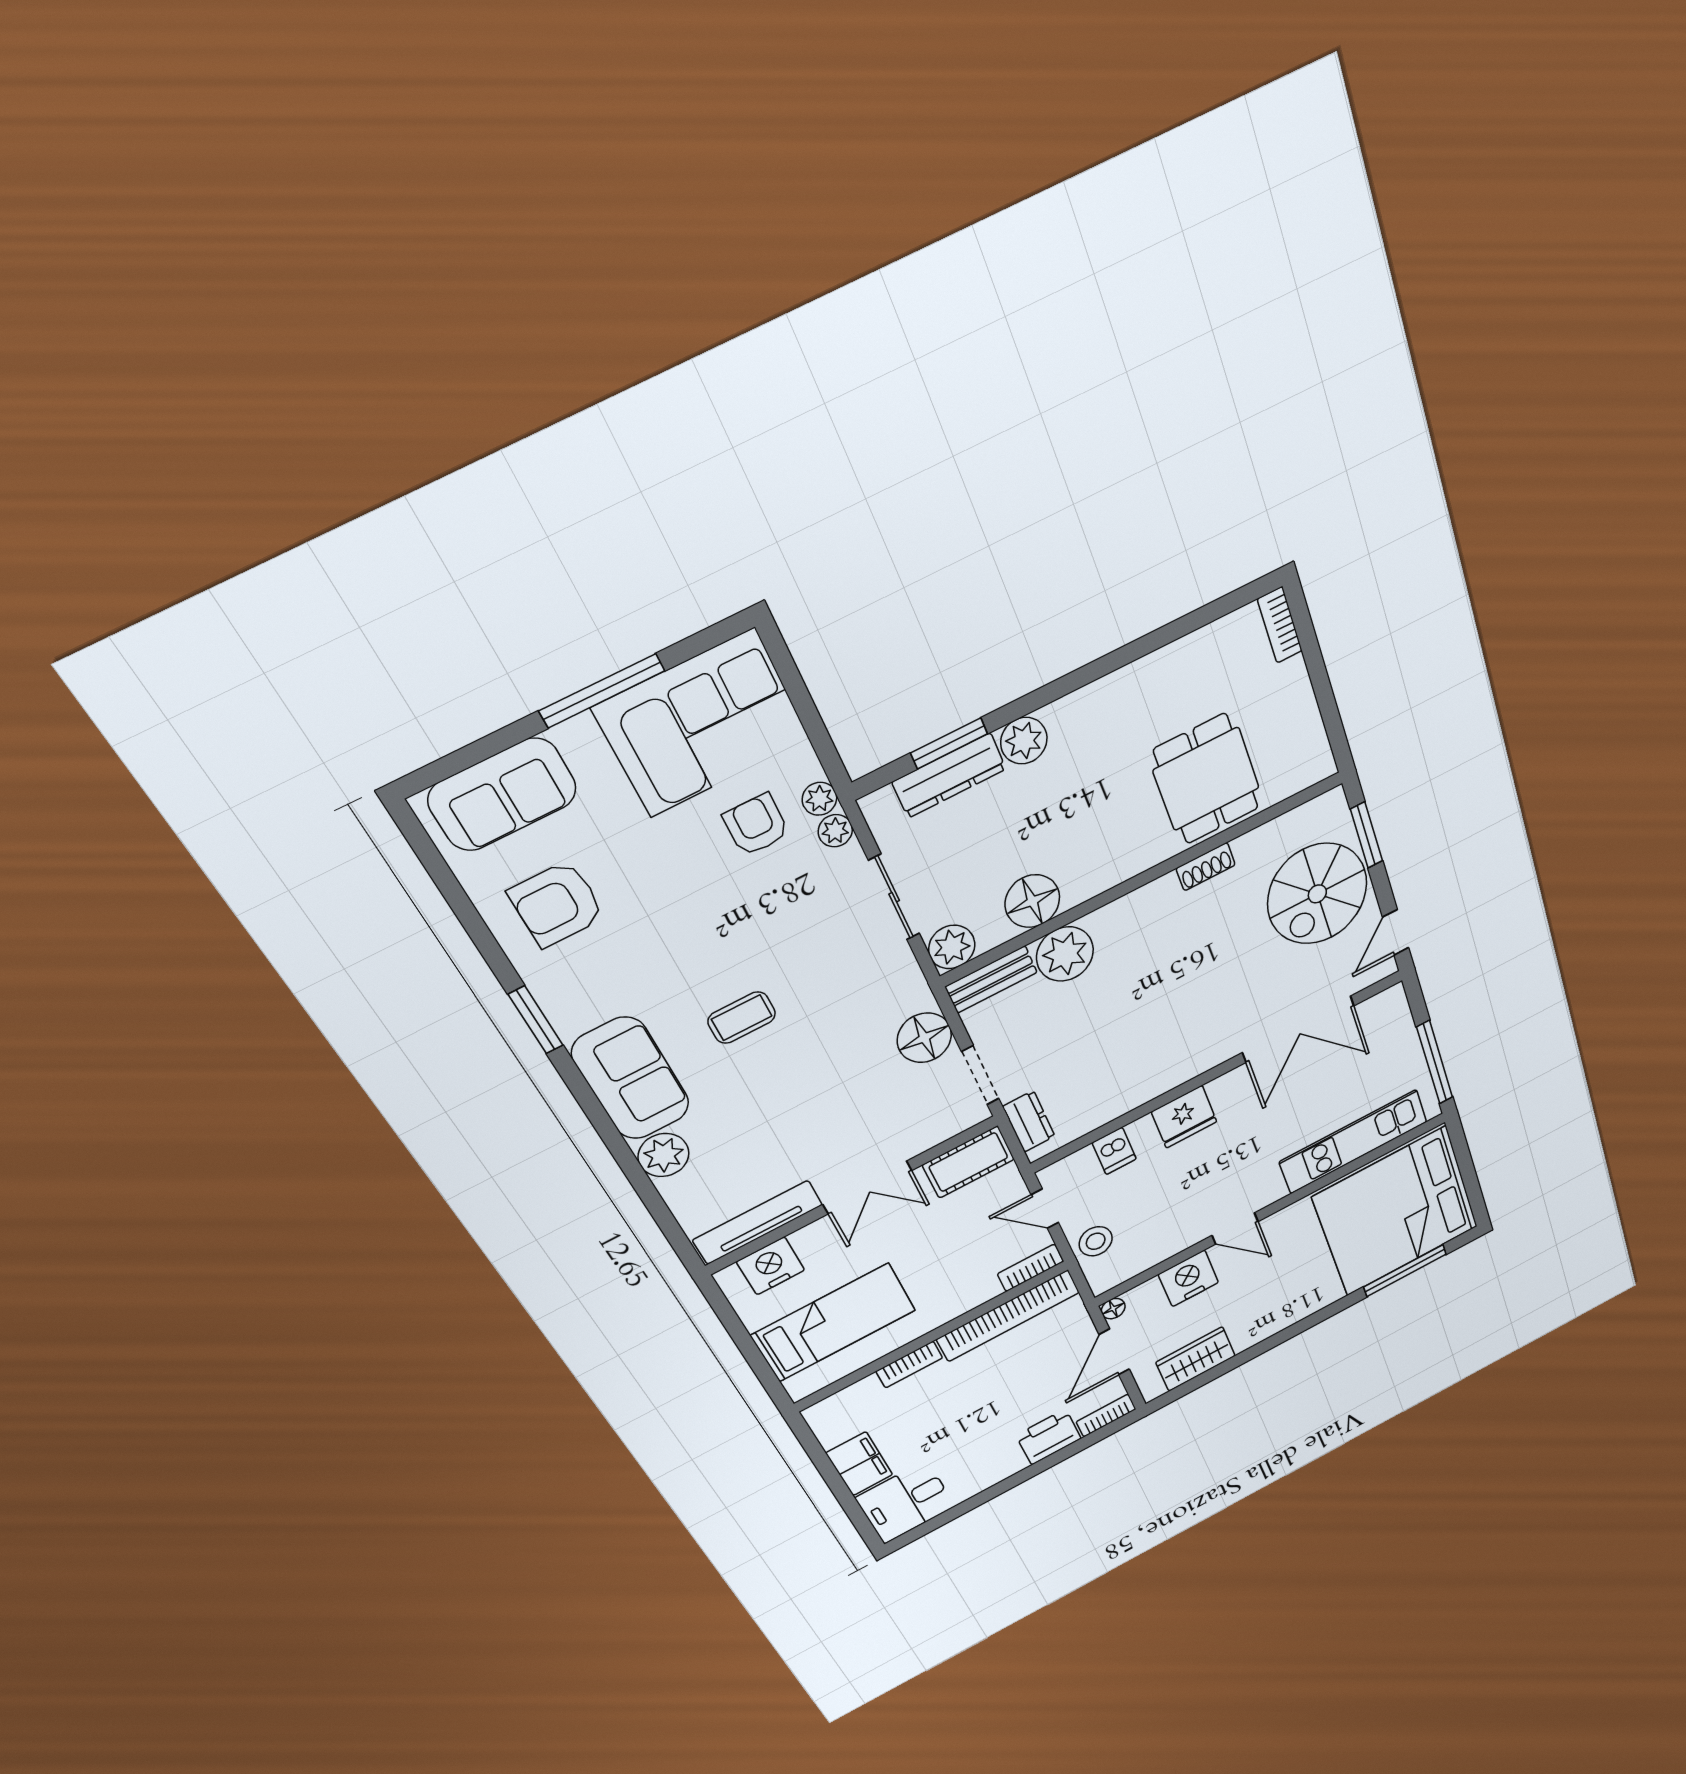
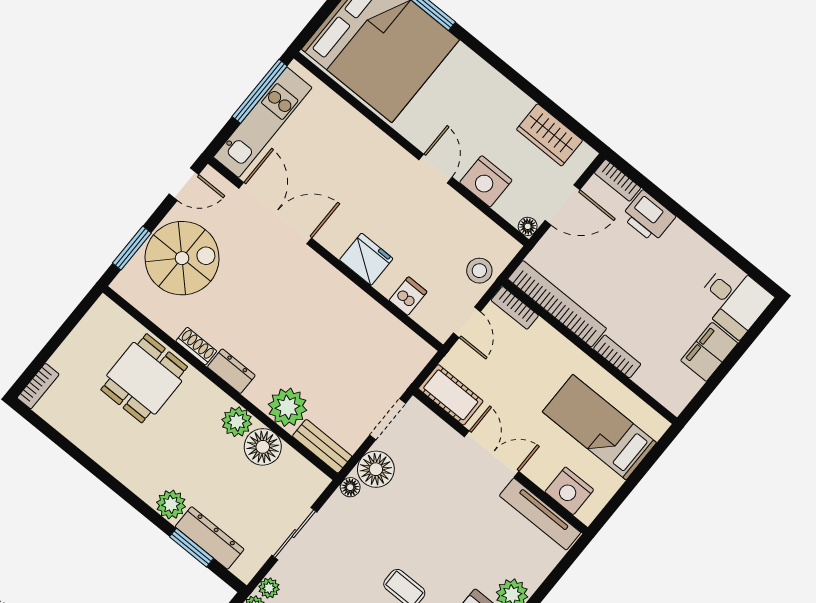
plant: (952, 947) -> (237, 422), moved
floor lamp: (918, 996) -> (350, 487), added
dresser: (1029, 1121) -> (231, 371), moved, turned 90
kitchen unit: (1353, 1142) -> (263, 122), moved, turned -90

